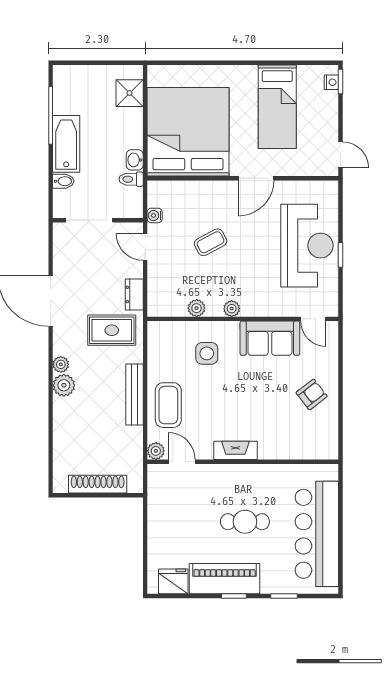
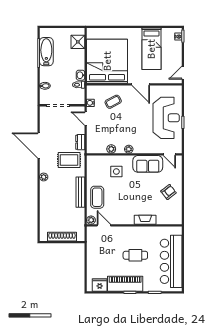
bathtub: (66, 144) -> (46, 52), moved
door: (340, 155) -> (183, 73), swing flipped
door: (256, 178) -> (141, 84), hinge flipped
coffee table: (211, 242) -> (113, 102), moved
plant: (64, 385) -> (45, 187), removed
fireplace: (235, 450) -> (145, 220), moved

